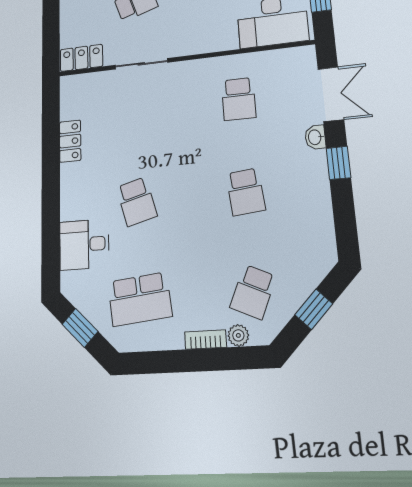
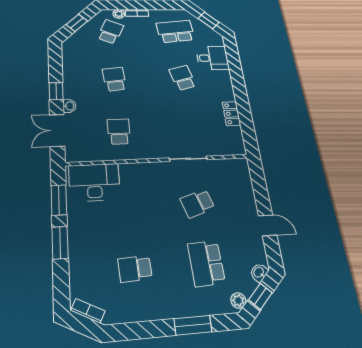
locker: (81, 58) -> (233, 166), removed

